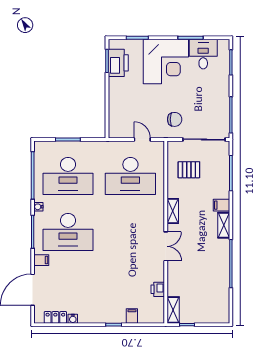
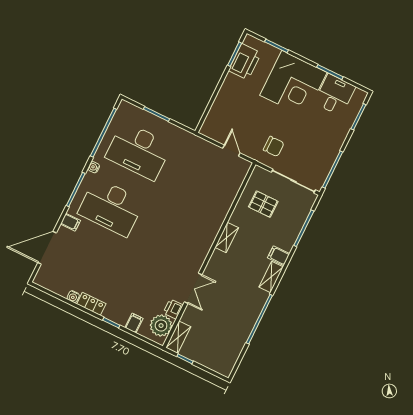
desk: (130, 176) -> (201, 182), removed
double door: (166, 246) -> (193, 288), moved
plant: (155, 307) -> (161, 326), added
locker: (55, 317) -> (91, 304), moved

